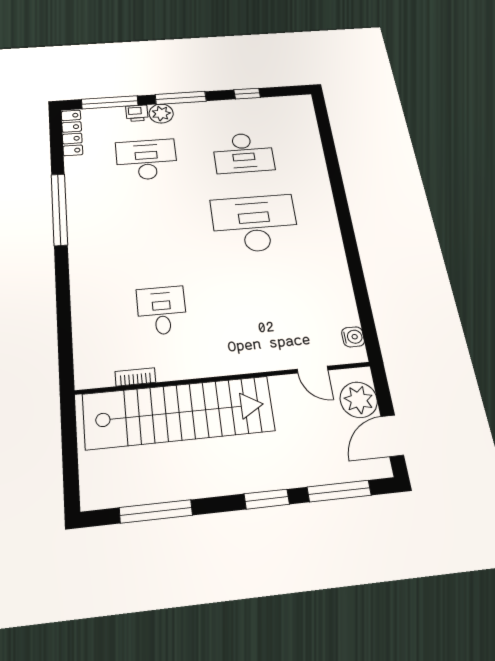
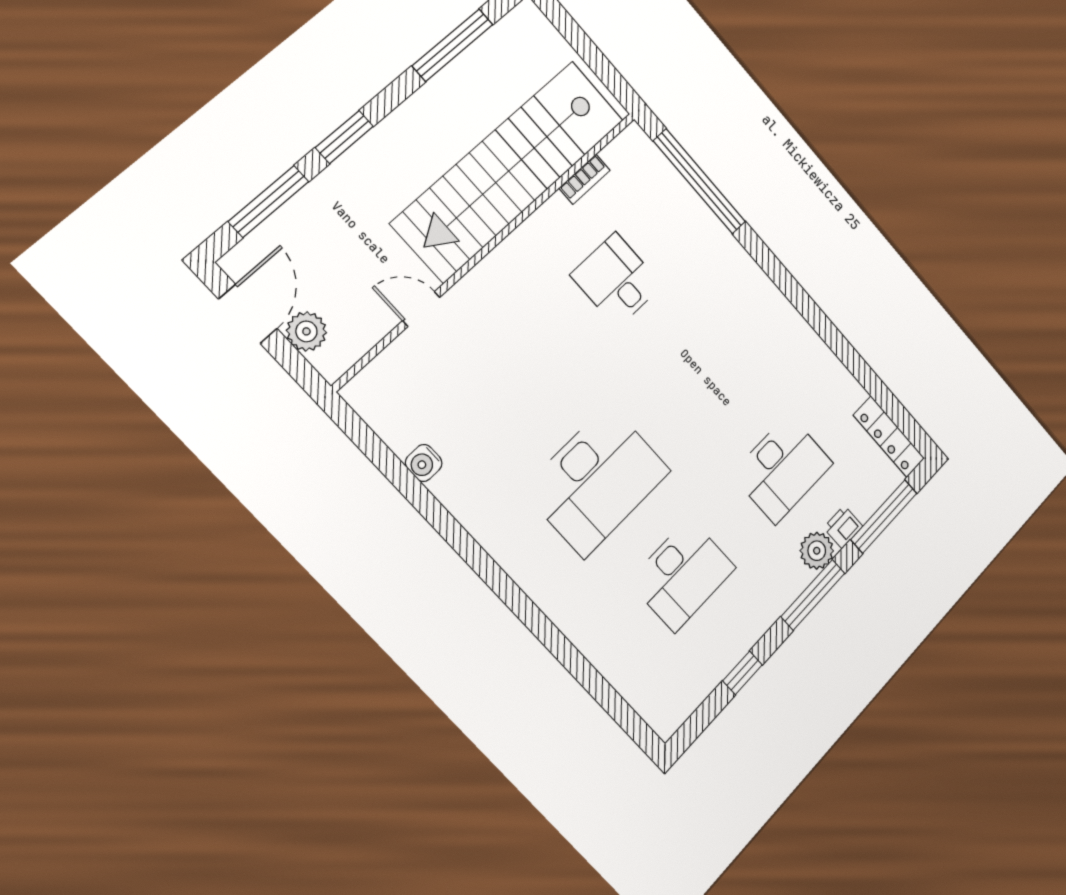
desk: (243, 153) -> (682, 575), turned 180
window: (59, 209) -> (699, 181), moved
desk: (162, 311) -> (617, 280), turned 180
water cooler: (353, 337) -> (424, 463), moved
door: (313, 370) -> (421, 309), moved
plant: (359, 400) -> (306, 331), width x0.73, depth x0.73

